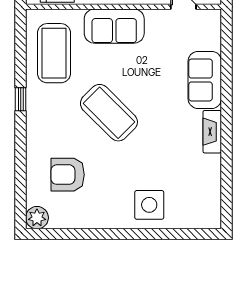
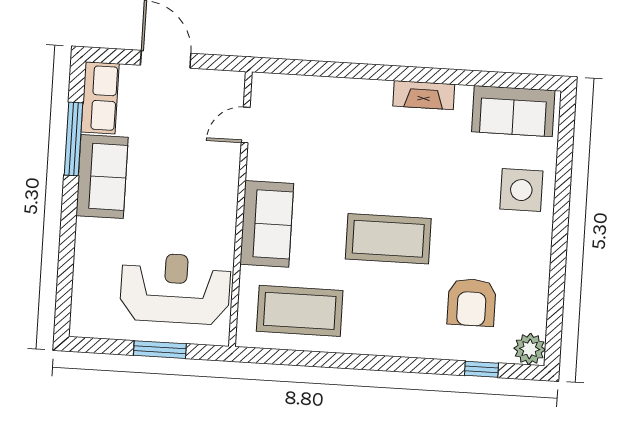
sofa: (205, 80) -> (513, 111), moved
window: (21, 99) -> (481, 369), moved
coffee table: (109, 113) -> (388, 239), turned 45

